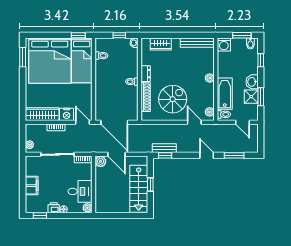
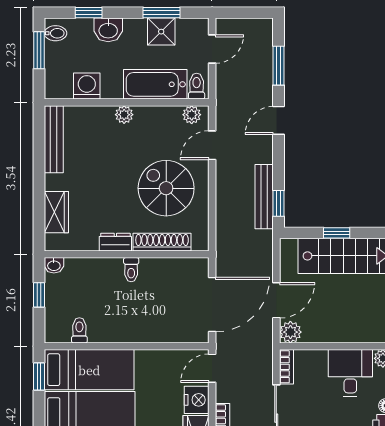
washing machine: (224, 45) -> (87, 86), moved, turned -90
washbasin: (252, 82) -> (108, 30), moved
bench: (164, 148) -> (264, 197), width x1.36

